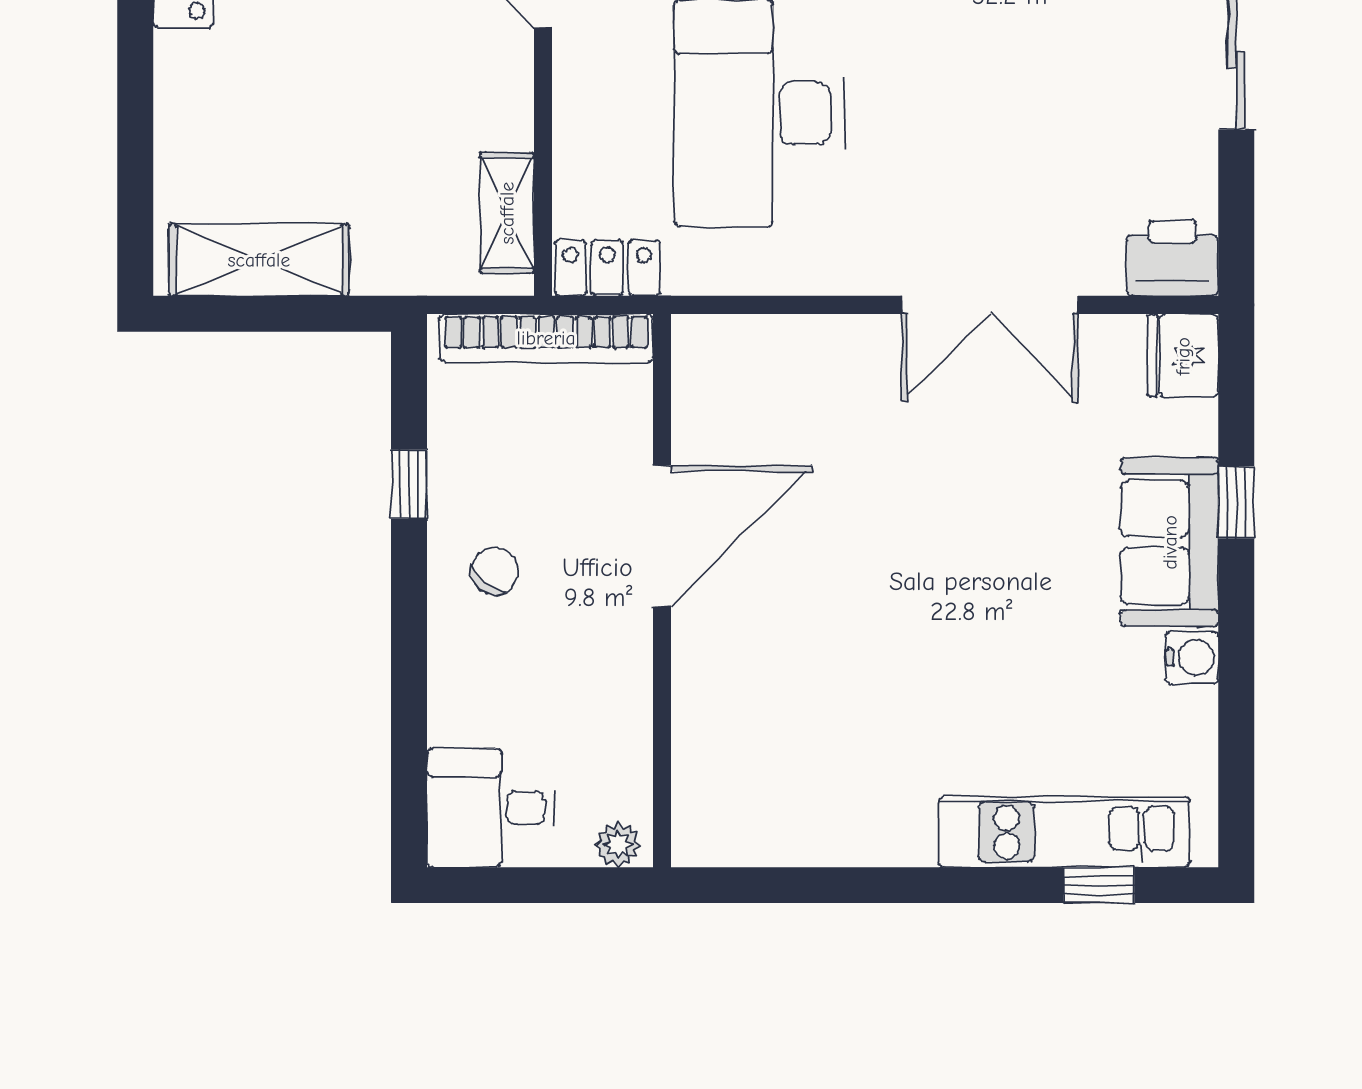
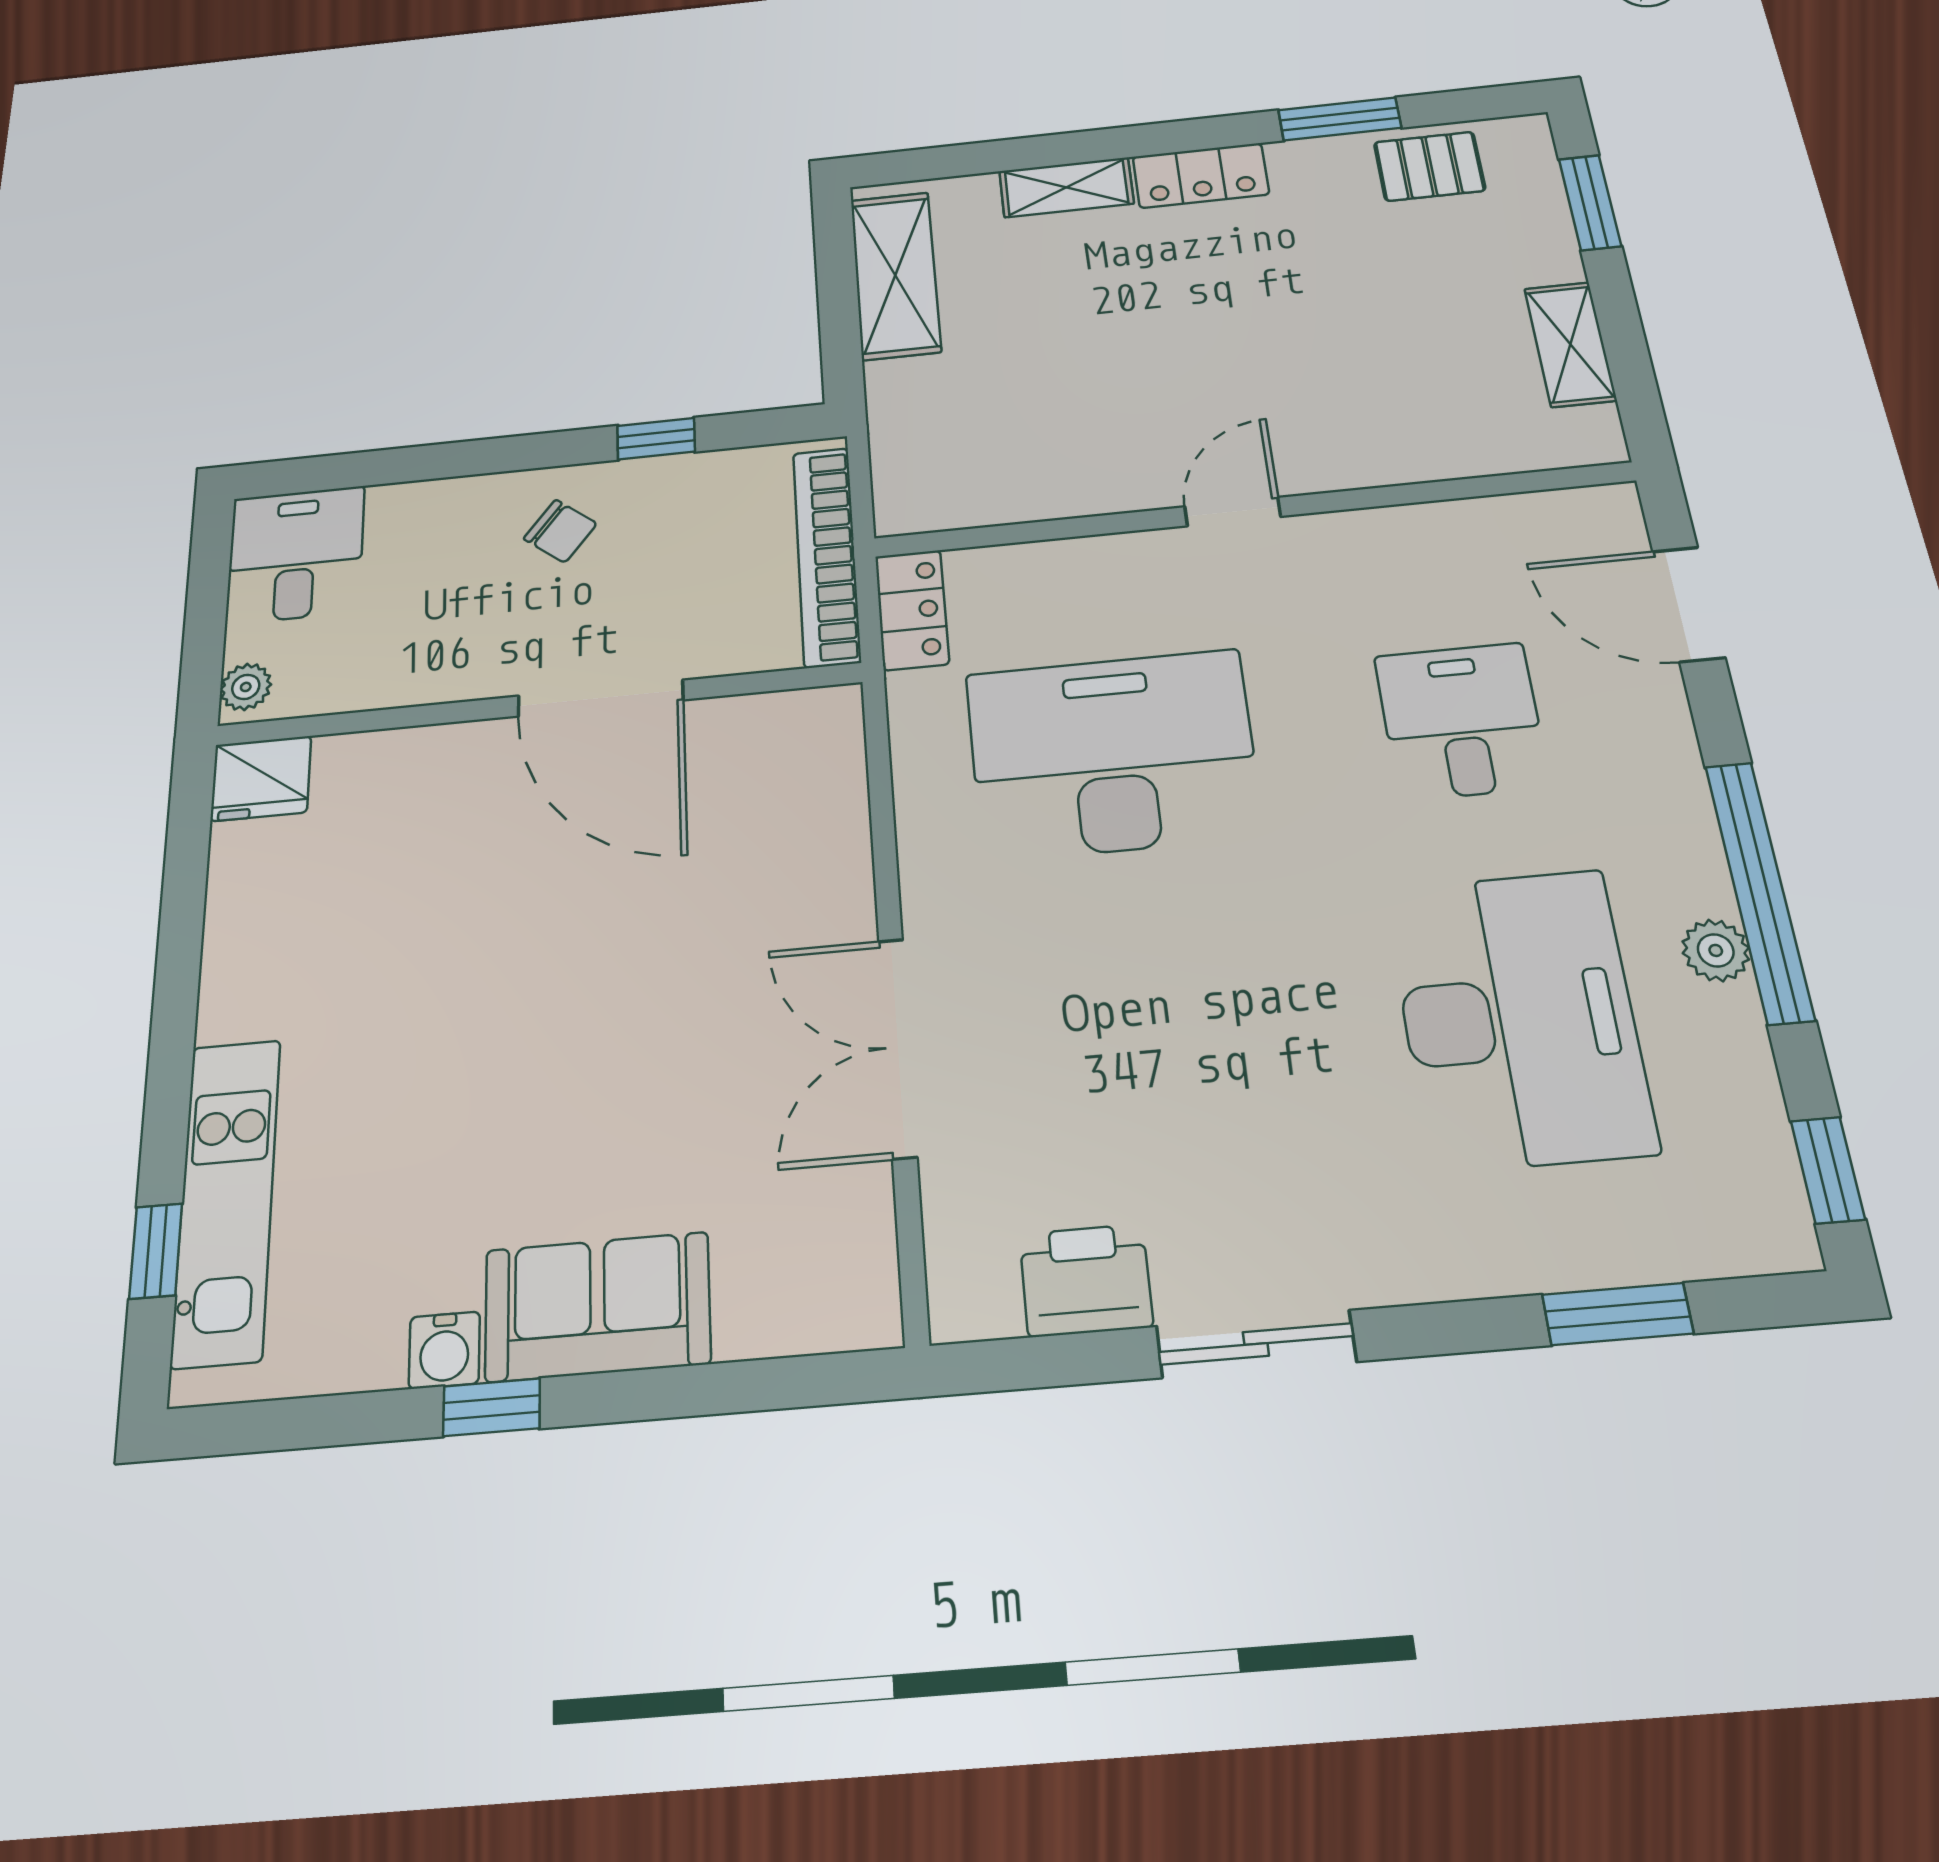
shelving: (507, 213) -> (1066, 187), moved
printer: (1173, 258) -> (1086, 1280), moved, turned -90
fridge: (1183, 356) -> (261, 778), moved, turned 180
window: (1236, 502) -> (492, 1407), moved

